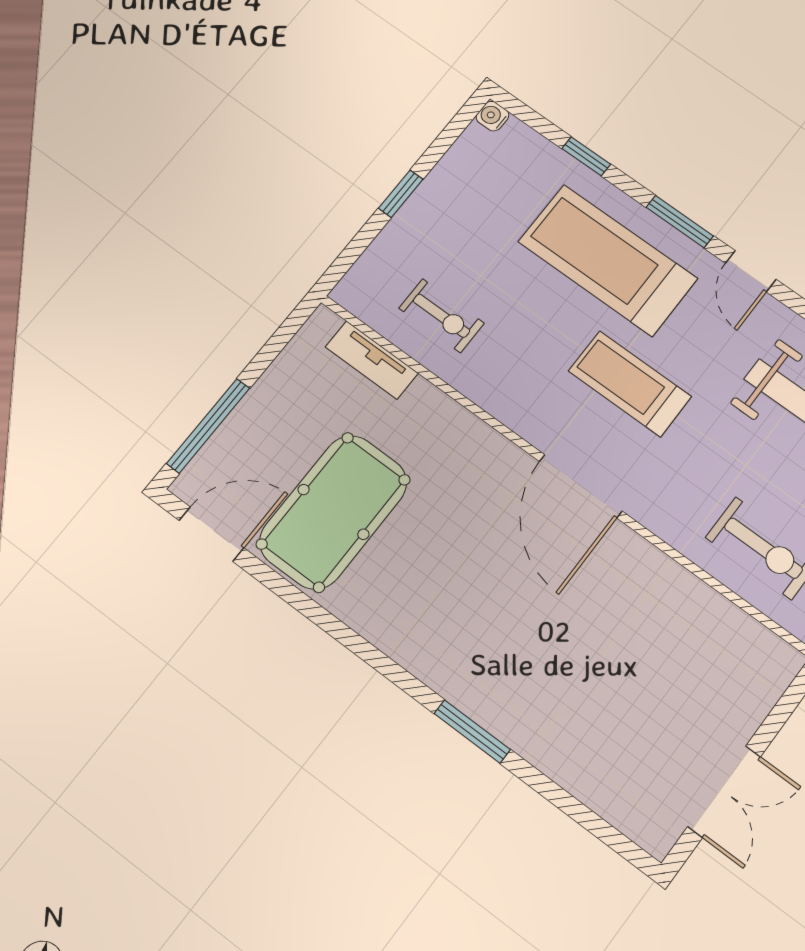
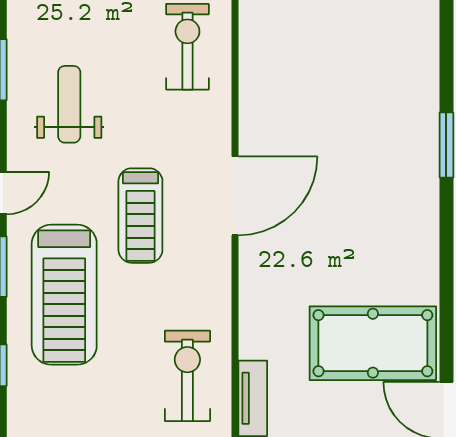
exercise bike: (442, 316) -> (187, 376), width x1.38, depth x1.39

